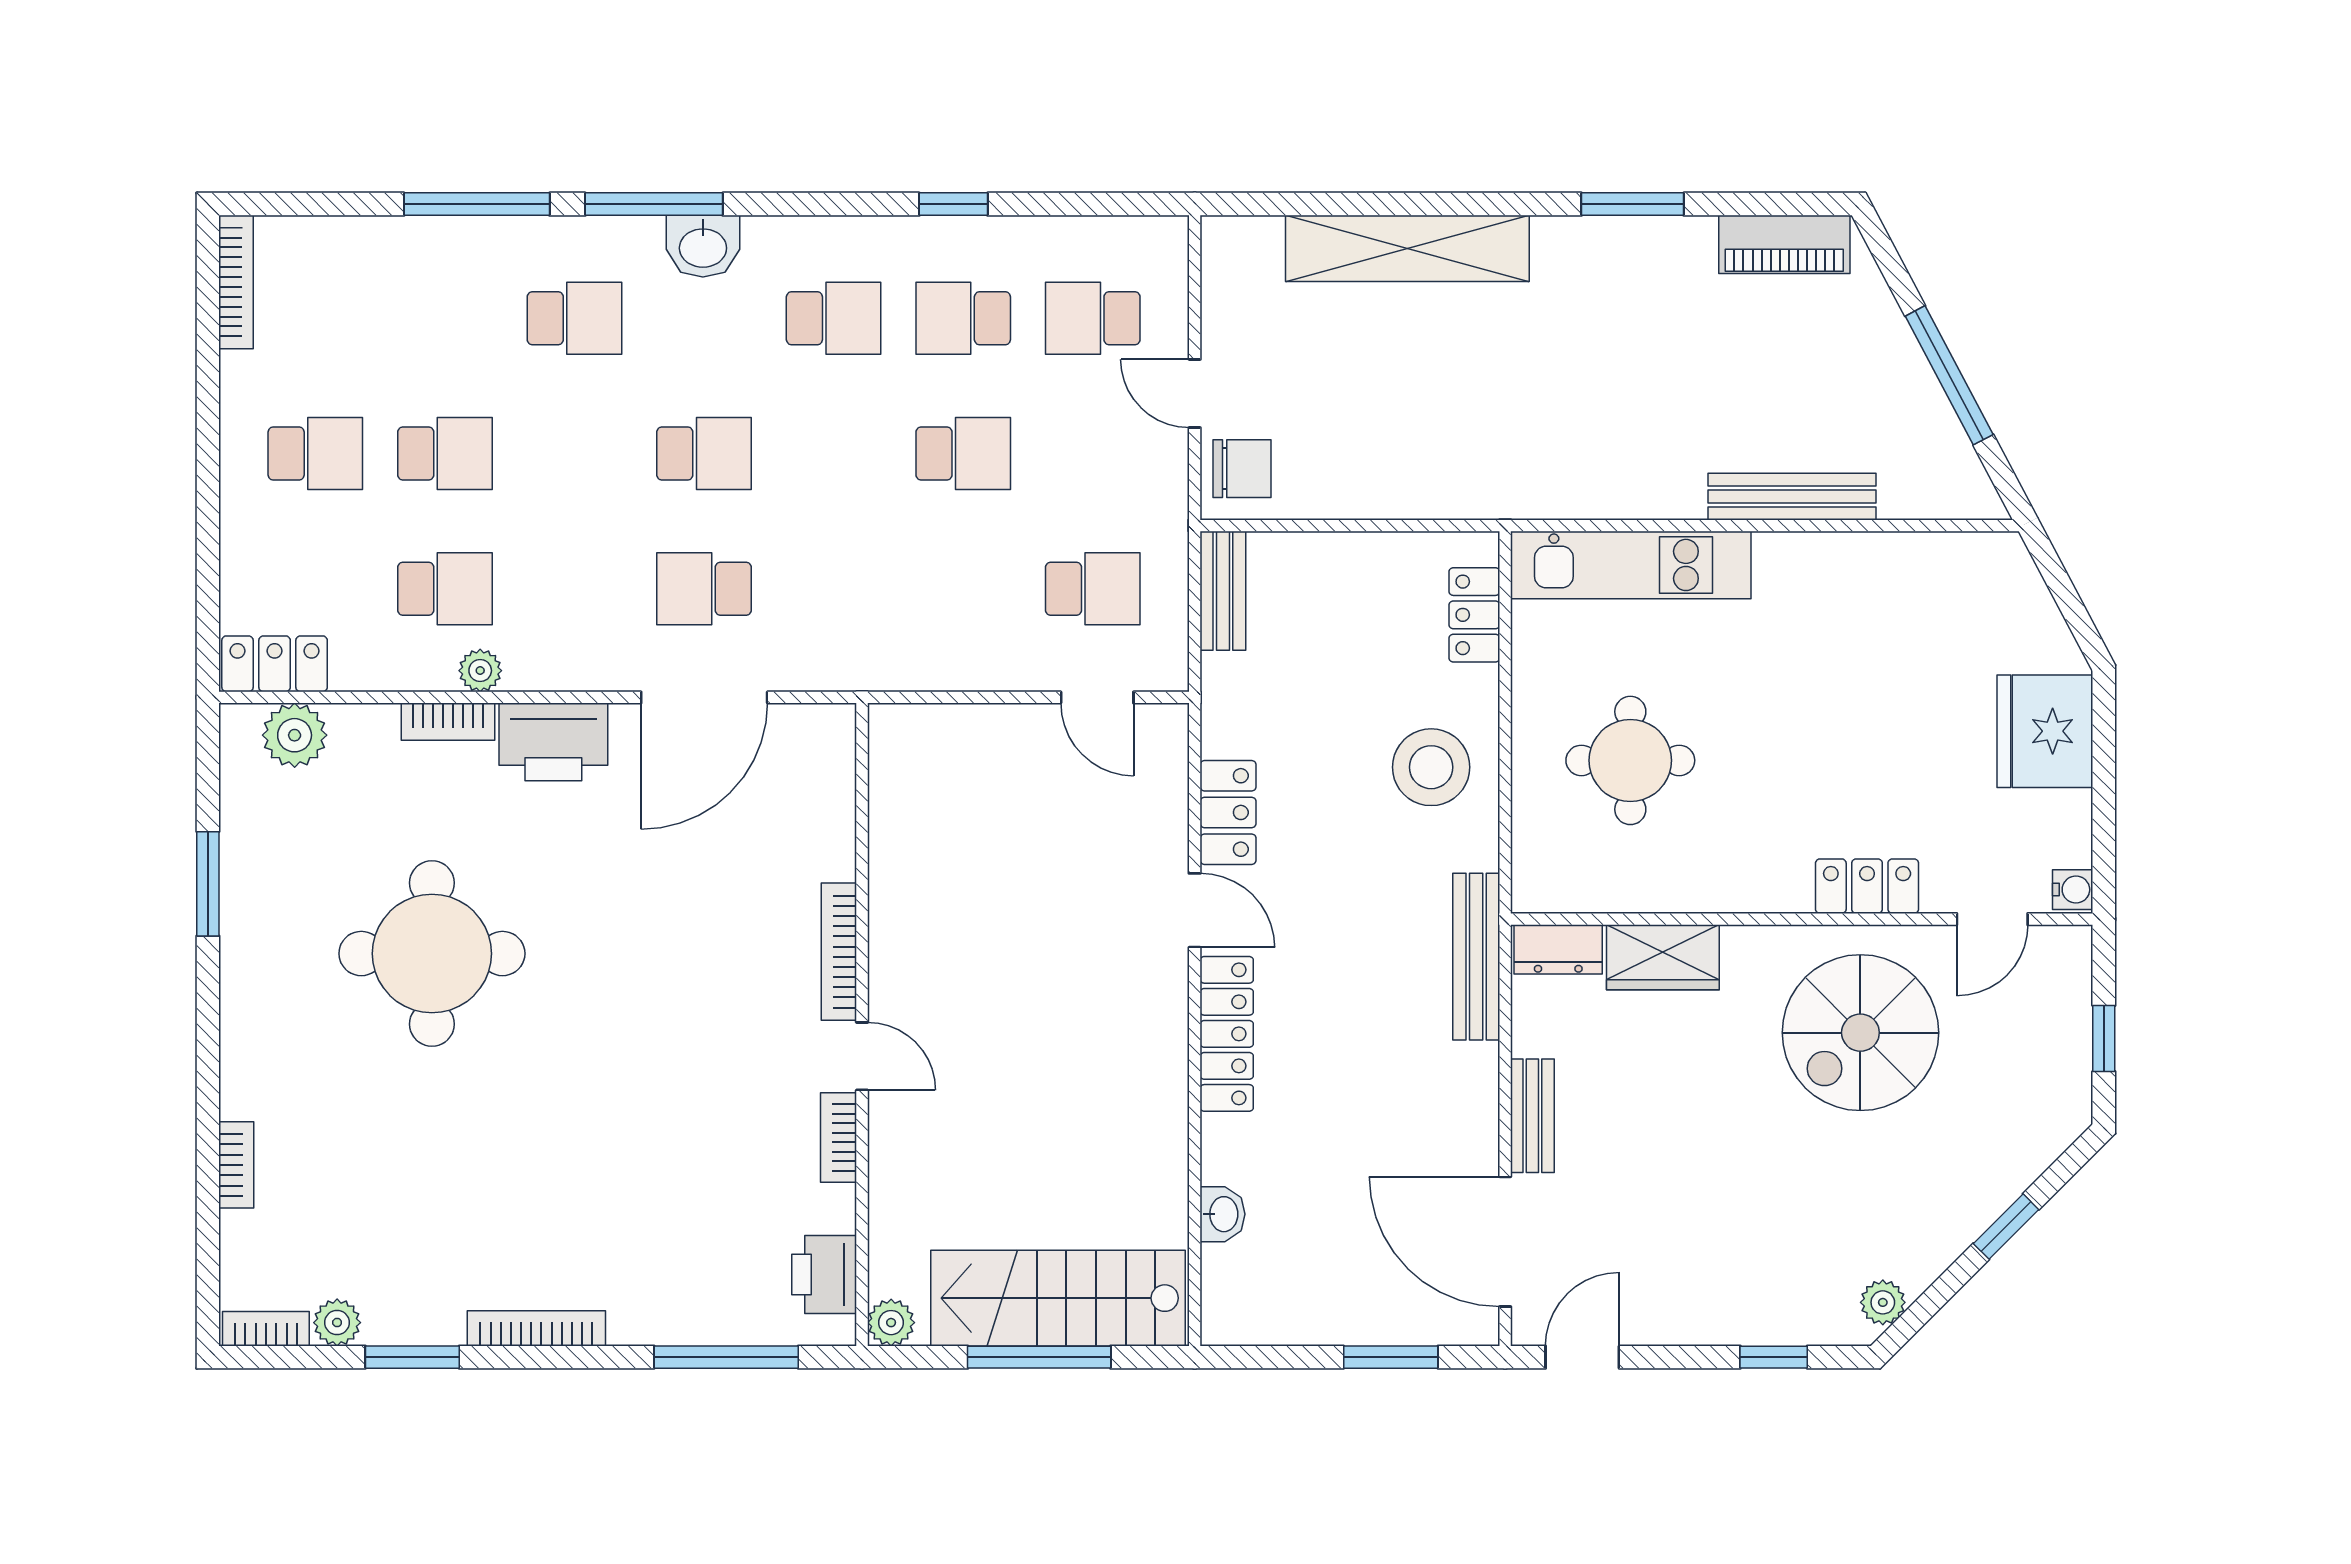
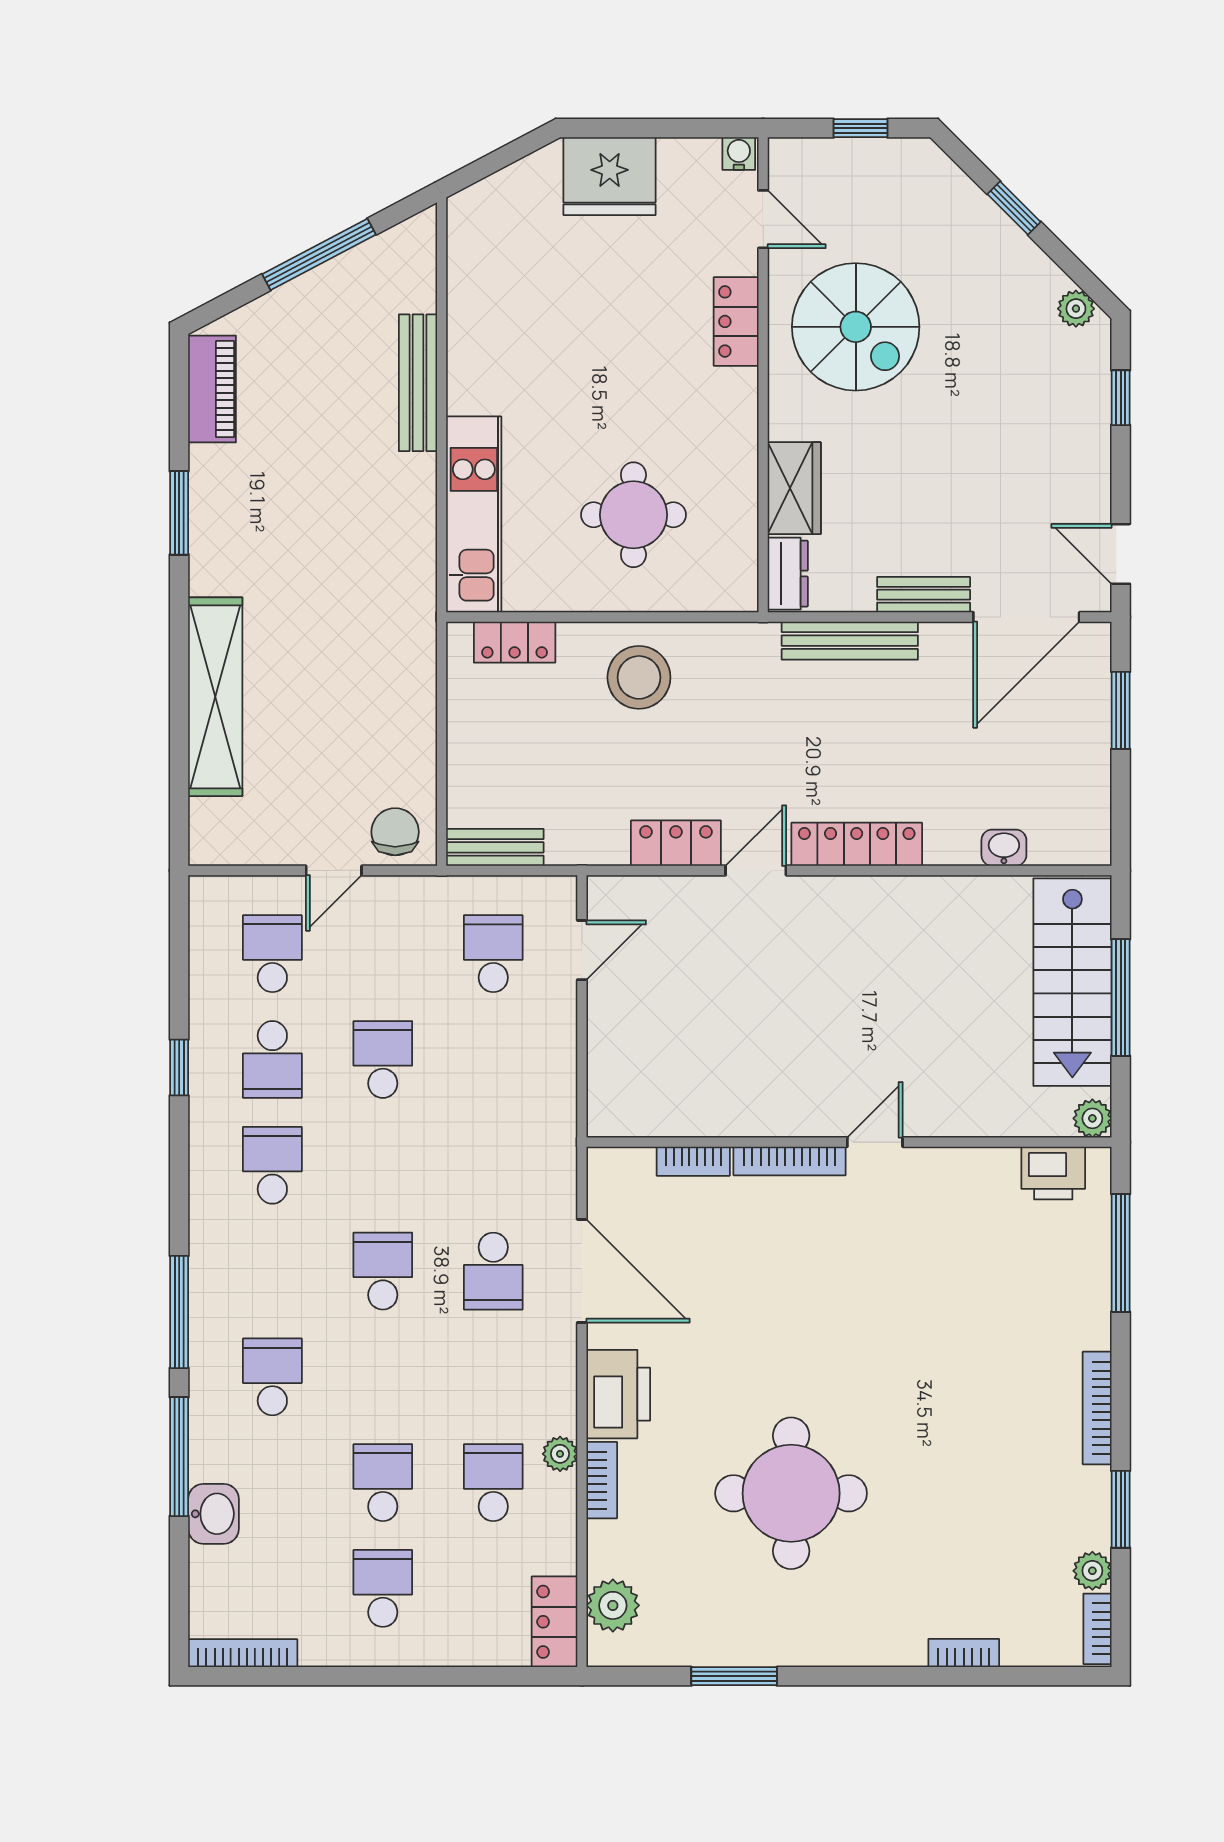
washbasin: (703, 246) -> (214, 1514), moved
school desk: (1093, 318) -> (272, 954), turned 180
bench: (1476, 957) -> (850, 641), moved
bookcase: (839, 1138) -> (693, 1161), moved

